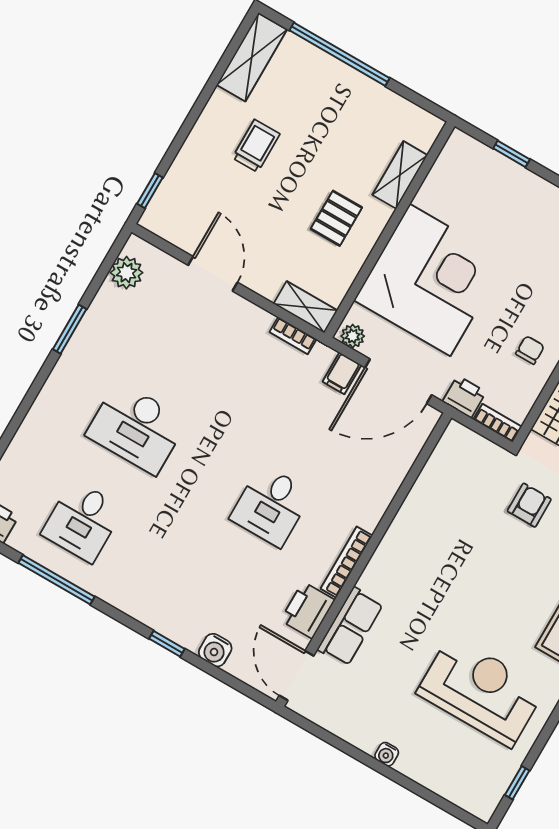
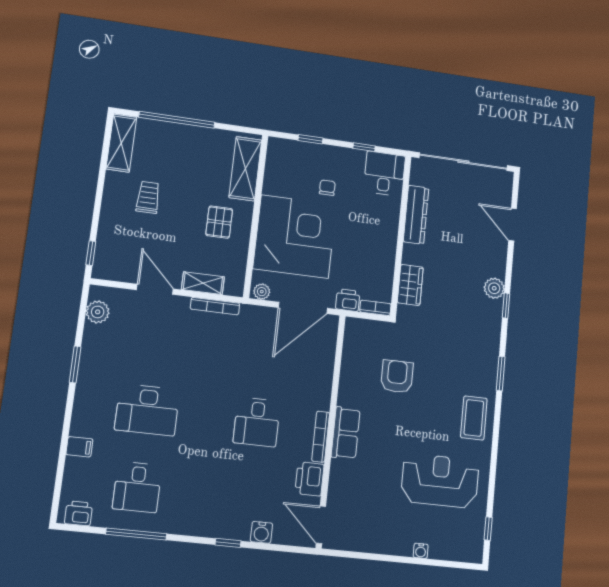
shelving: (400, 175) -> (245, 169), width x1.50, depth x1.33
shelving: (305, 307) -> (203, 283), moved
bookcase: (293, 336) -> (215, 306), width x1.56
chair: (530, 350) -> (327, 188), moved
filing cabinet: (342, 373) -> (79, 447), moved, turned -90
armchair: (529, 505) -> (397, 376), moved, width x1.38, depth x1.38
row of seats: (350, 627) -> (346, 433), moved
water cooler: (387, 754) -> (421, 551), moved

